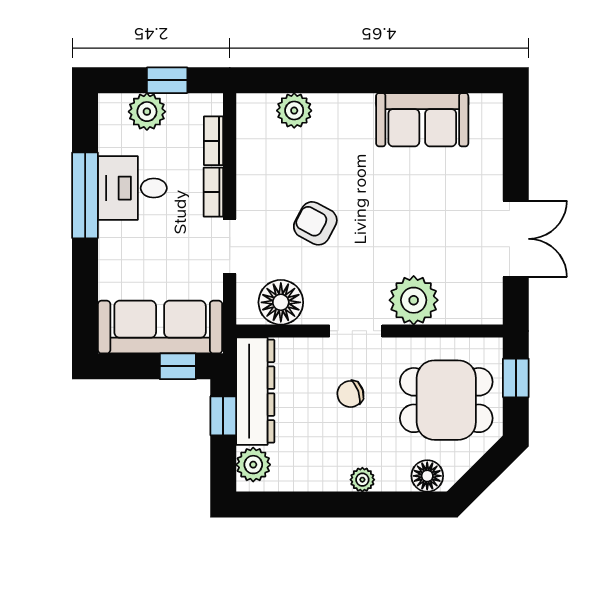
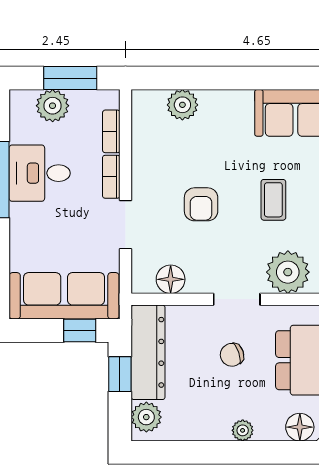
window: (167, 80) -> (70, 78), width x1.50
coffee table: (397, 218) -> (273, 200), added
armchair: (315, 223) -> (201, 204), turned -118
floor lamp: (281, 302) -> (171, 279), width x0.73, depth x0.73

